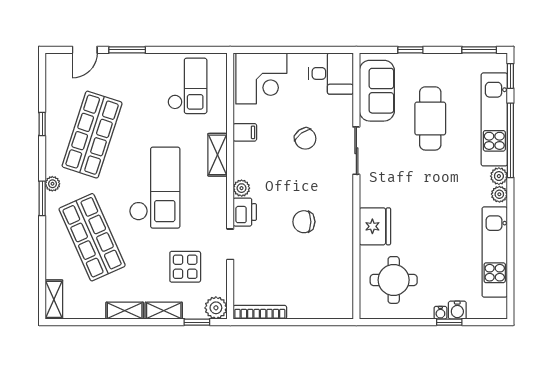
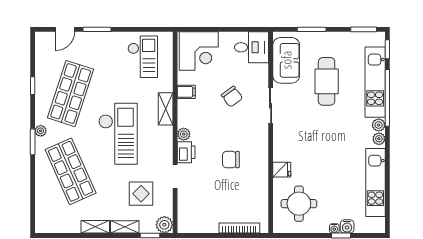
window: (410, 50) -> (312, 29), width x1.50
fridge: (375, 226) -> (282, 170), width x0.53, depth x0.75
shelving: (54, 299) -> (42, 218), removed
bookcase: (260, 312) -> (239, 228), moved

